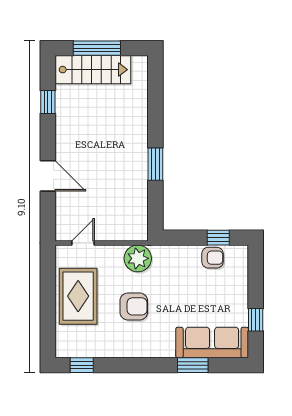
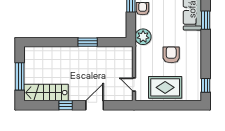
stairs: (93, 70) -> (46, 93), moved, turned -90
window: (48, 102) -> (66, 105), moved
plant: (138, 258) -> (143, 37), moved

